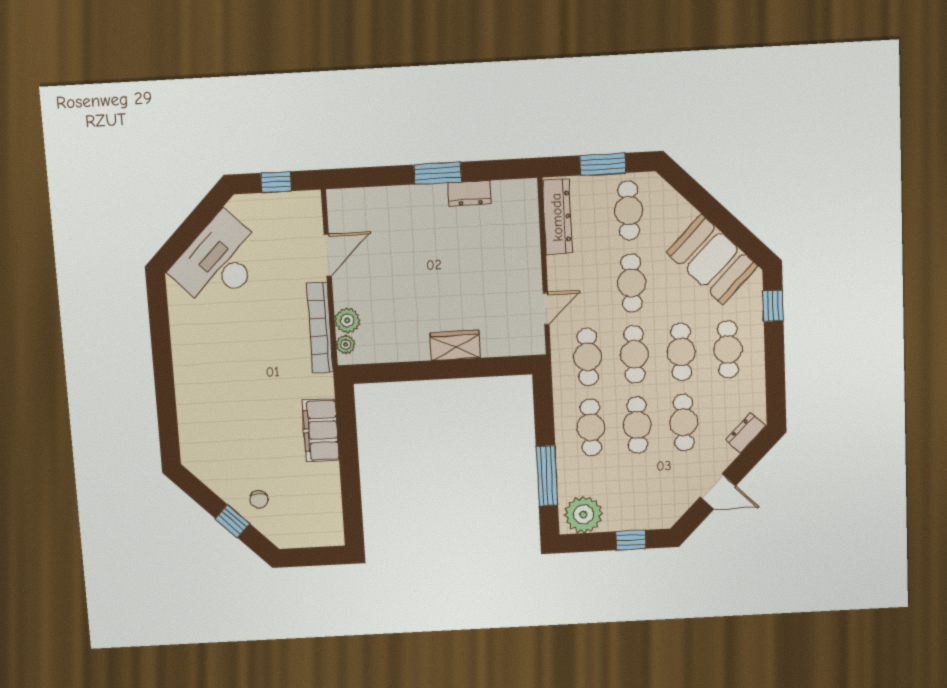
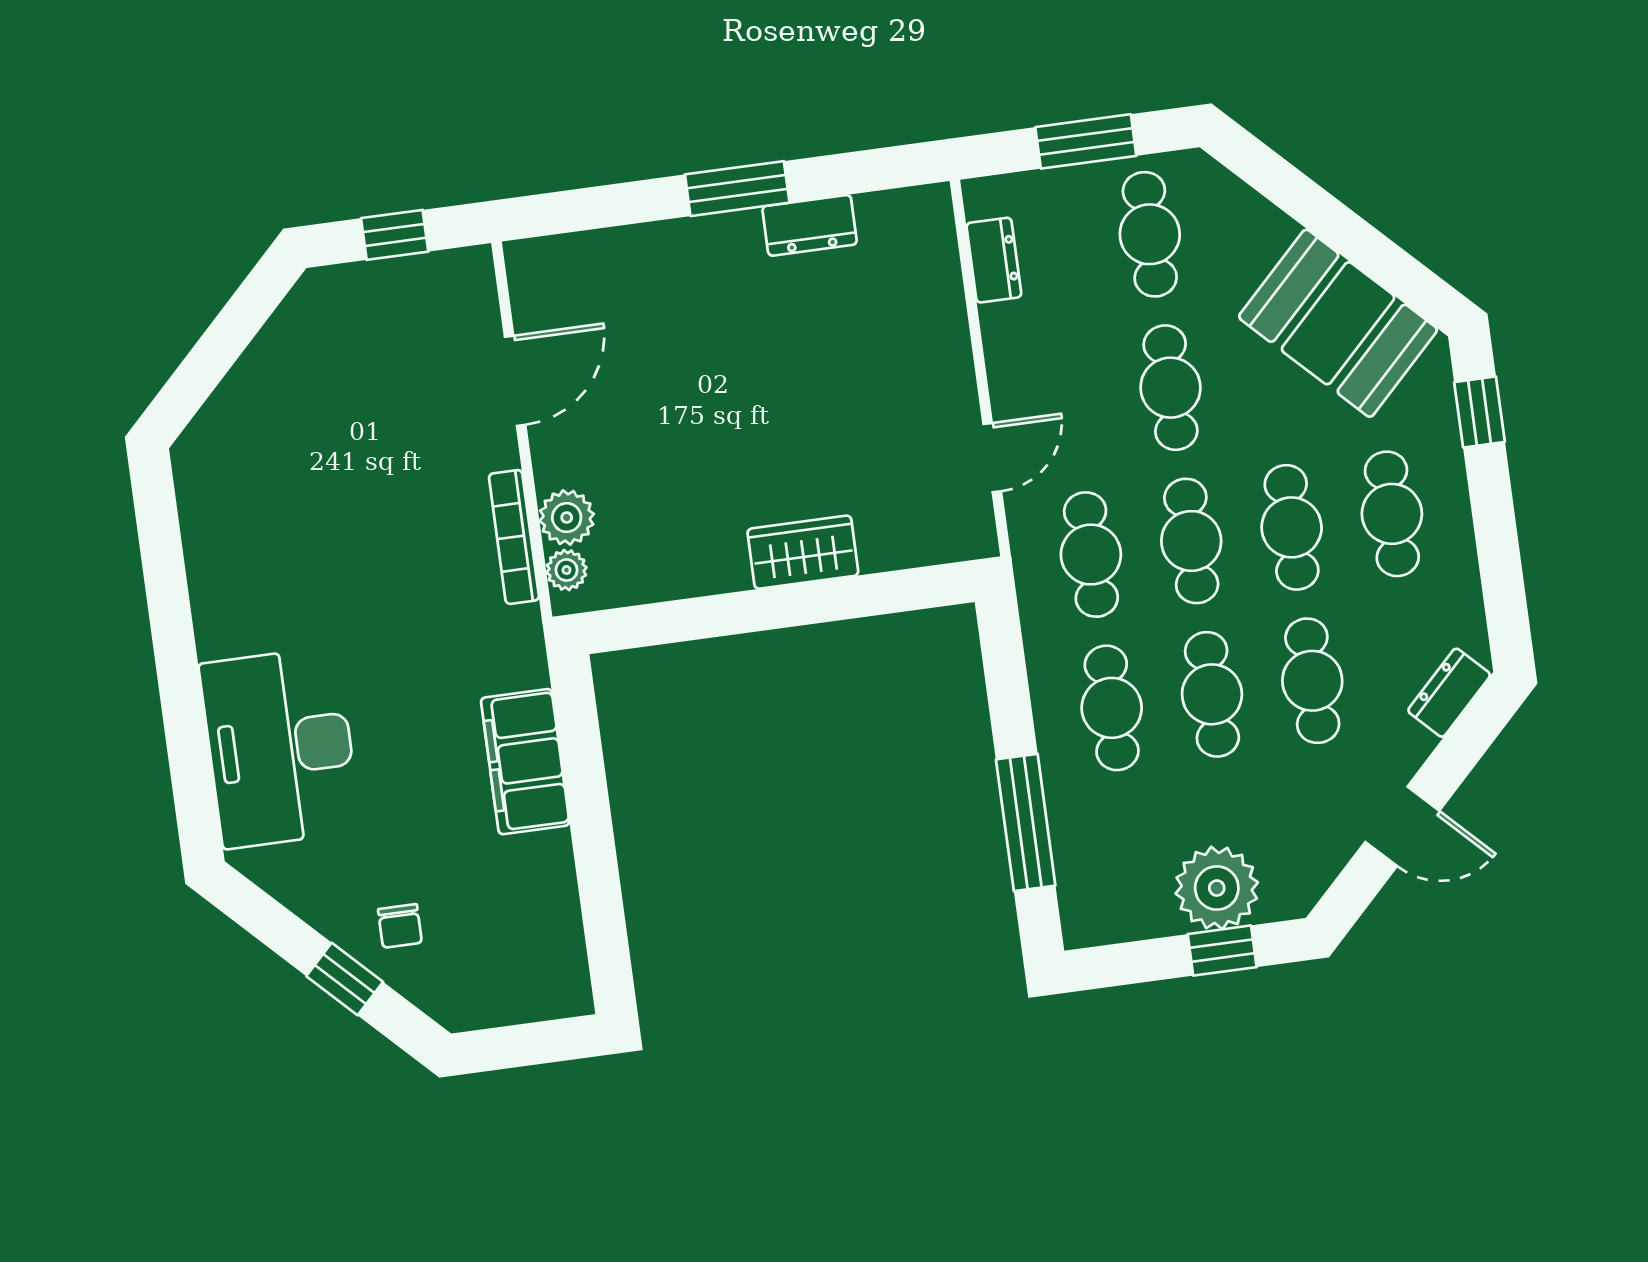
dresser: (557, 217) -> (994, 260), width x0.51, depth x0.80
desk: (219, 262) -> (280, 748), moved, turned -45
bookcase: (320, 328) -> (514, 537), width x0.68, depth x0.76
plant: (584, 515) -> (1217, 888), moved

